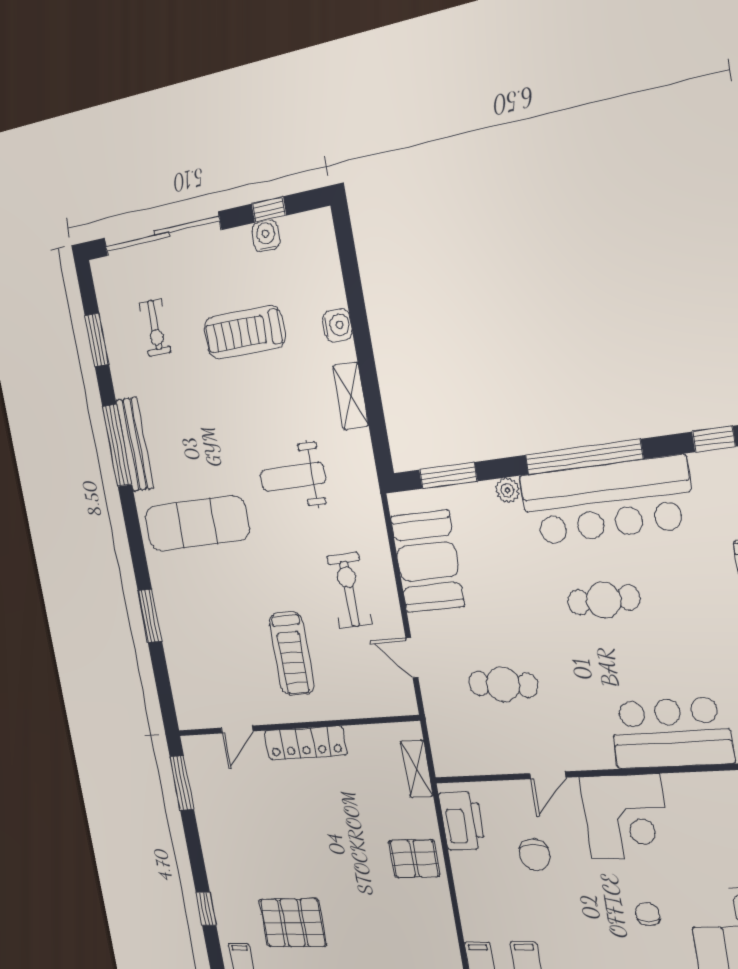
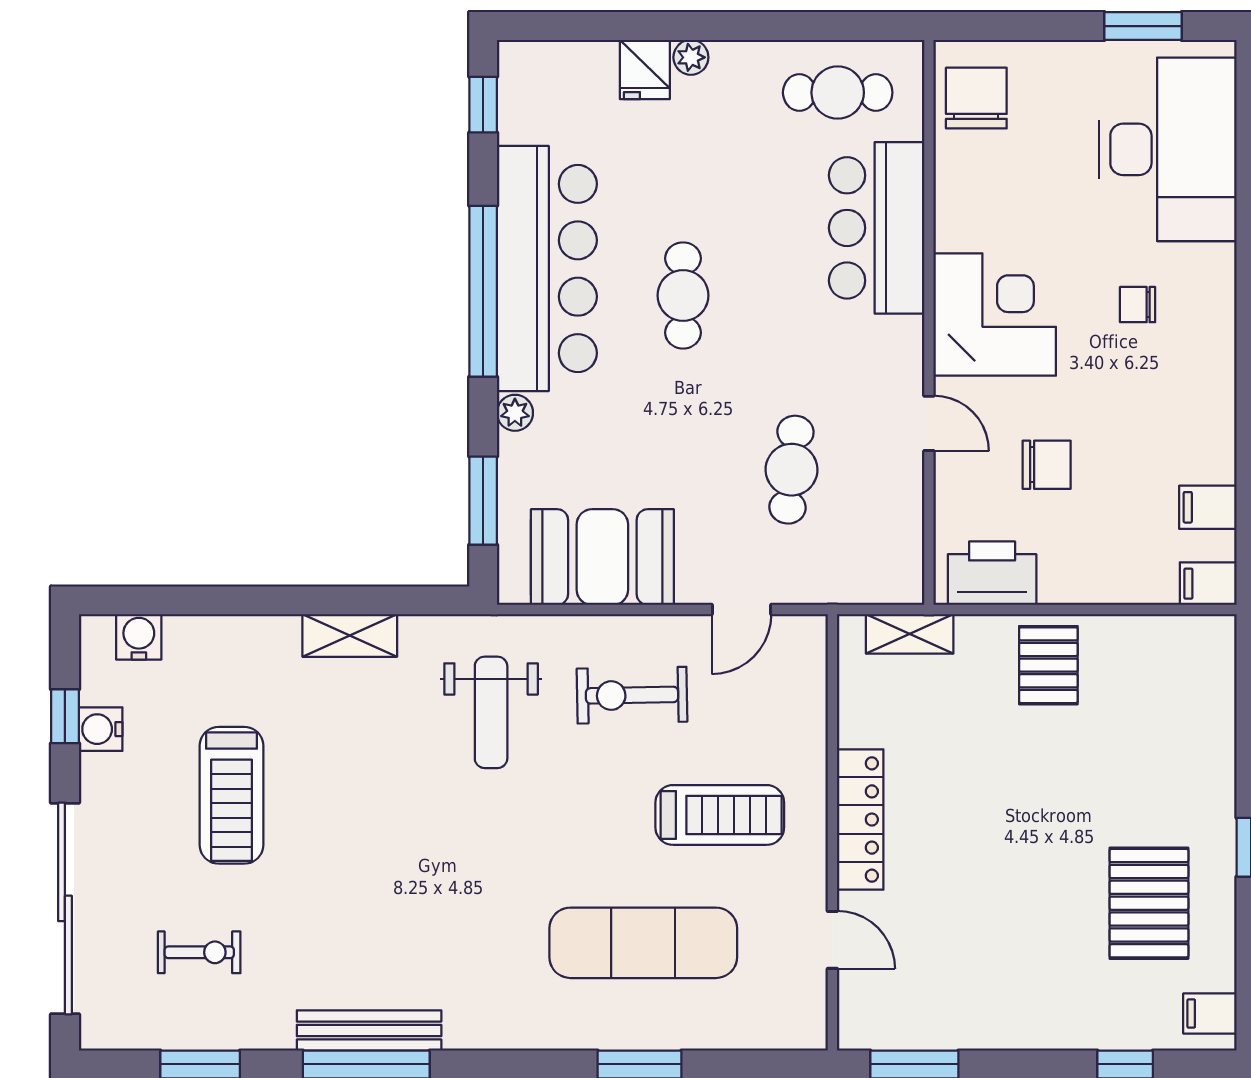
water cooler: (337, 325) -> (139, 637), moved
weight bench: (293, 477) -> (491, 712), moved
exercise mat: (197, 523) -> (643, 943), moved, turned 90

